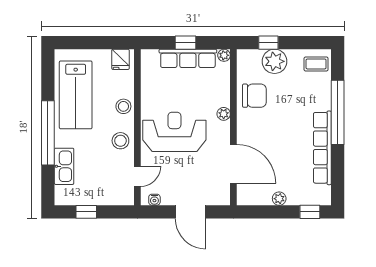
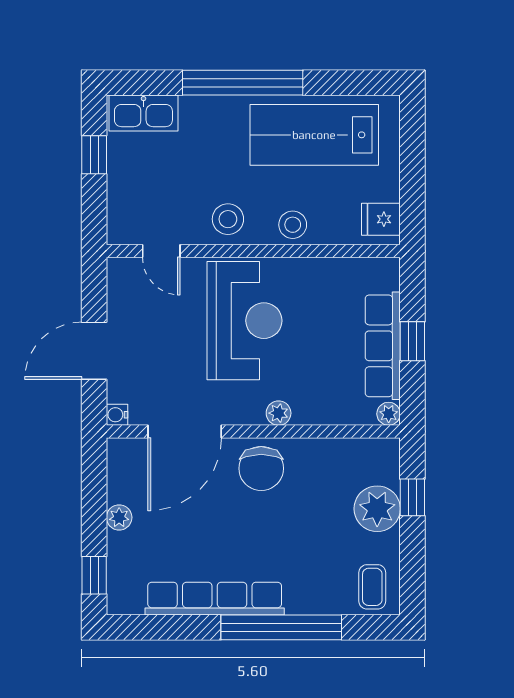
chair: (254, 96) -> (261, 468), moved
kitchen sink: (64, 166) -> (143, 113), moved
water cooler: (154, 200) -> (117, 415), moved

